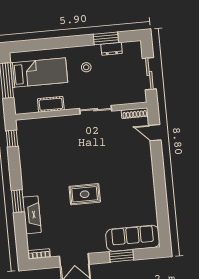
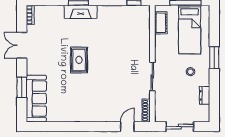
window: (106, 38) -> (214, 58), moved
cot: (51, 104) -> (161, 23), moved
fireplace: (32, 215) -> (81, 12), moved

